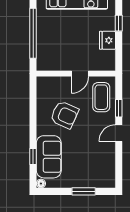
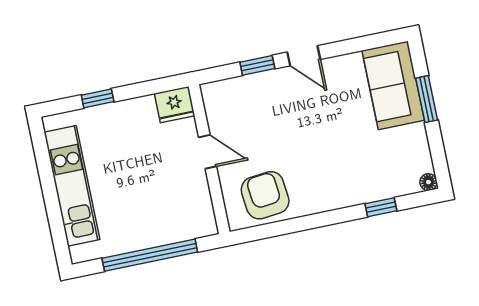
fridge: (108, 40) -> (175, 105), moved
coffee table: (101, 97) -> (243, 103), removed
armchair: (64, 115) -> (265, 195), moved, turned -30
sofa: (49, 157) -> (393, 85), moved, turned -90

